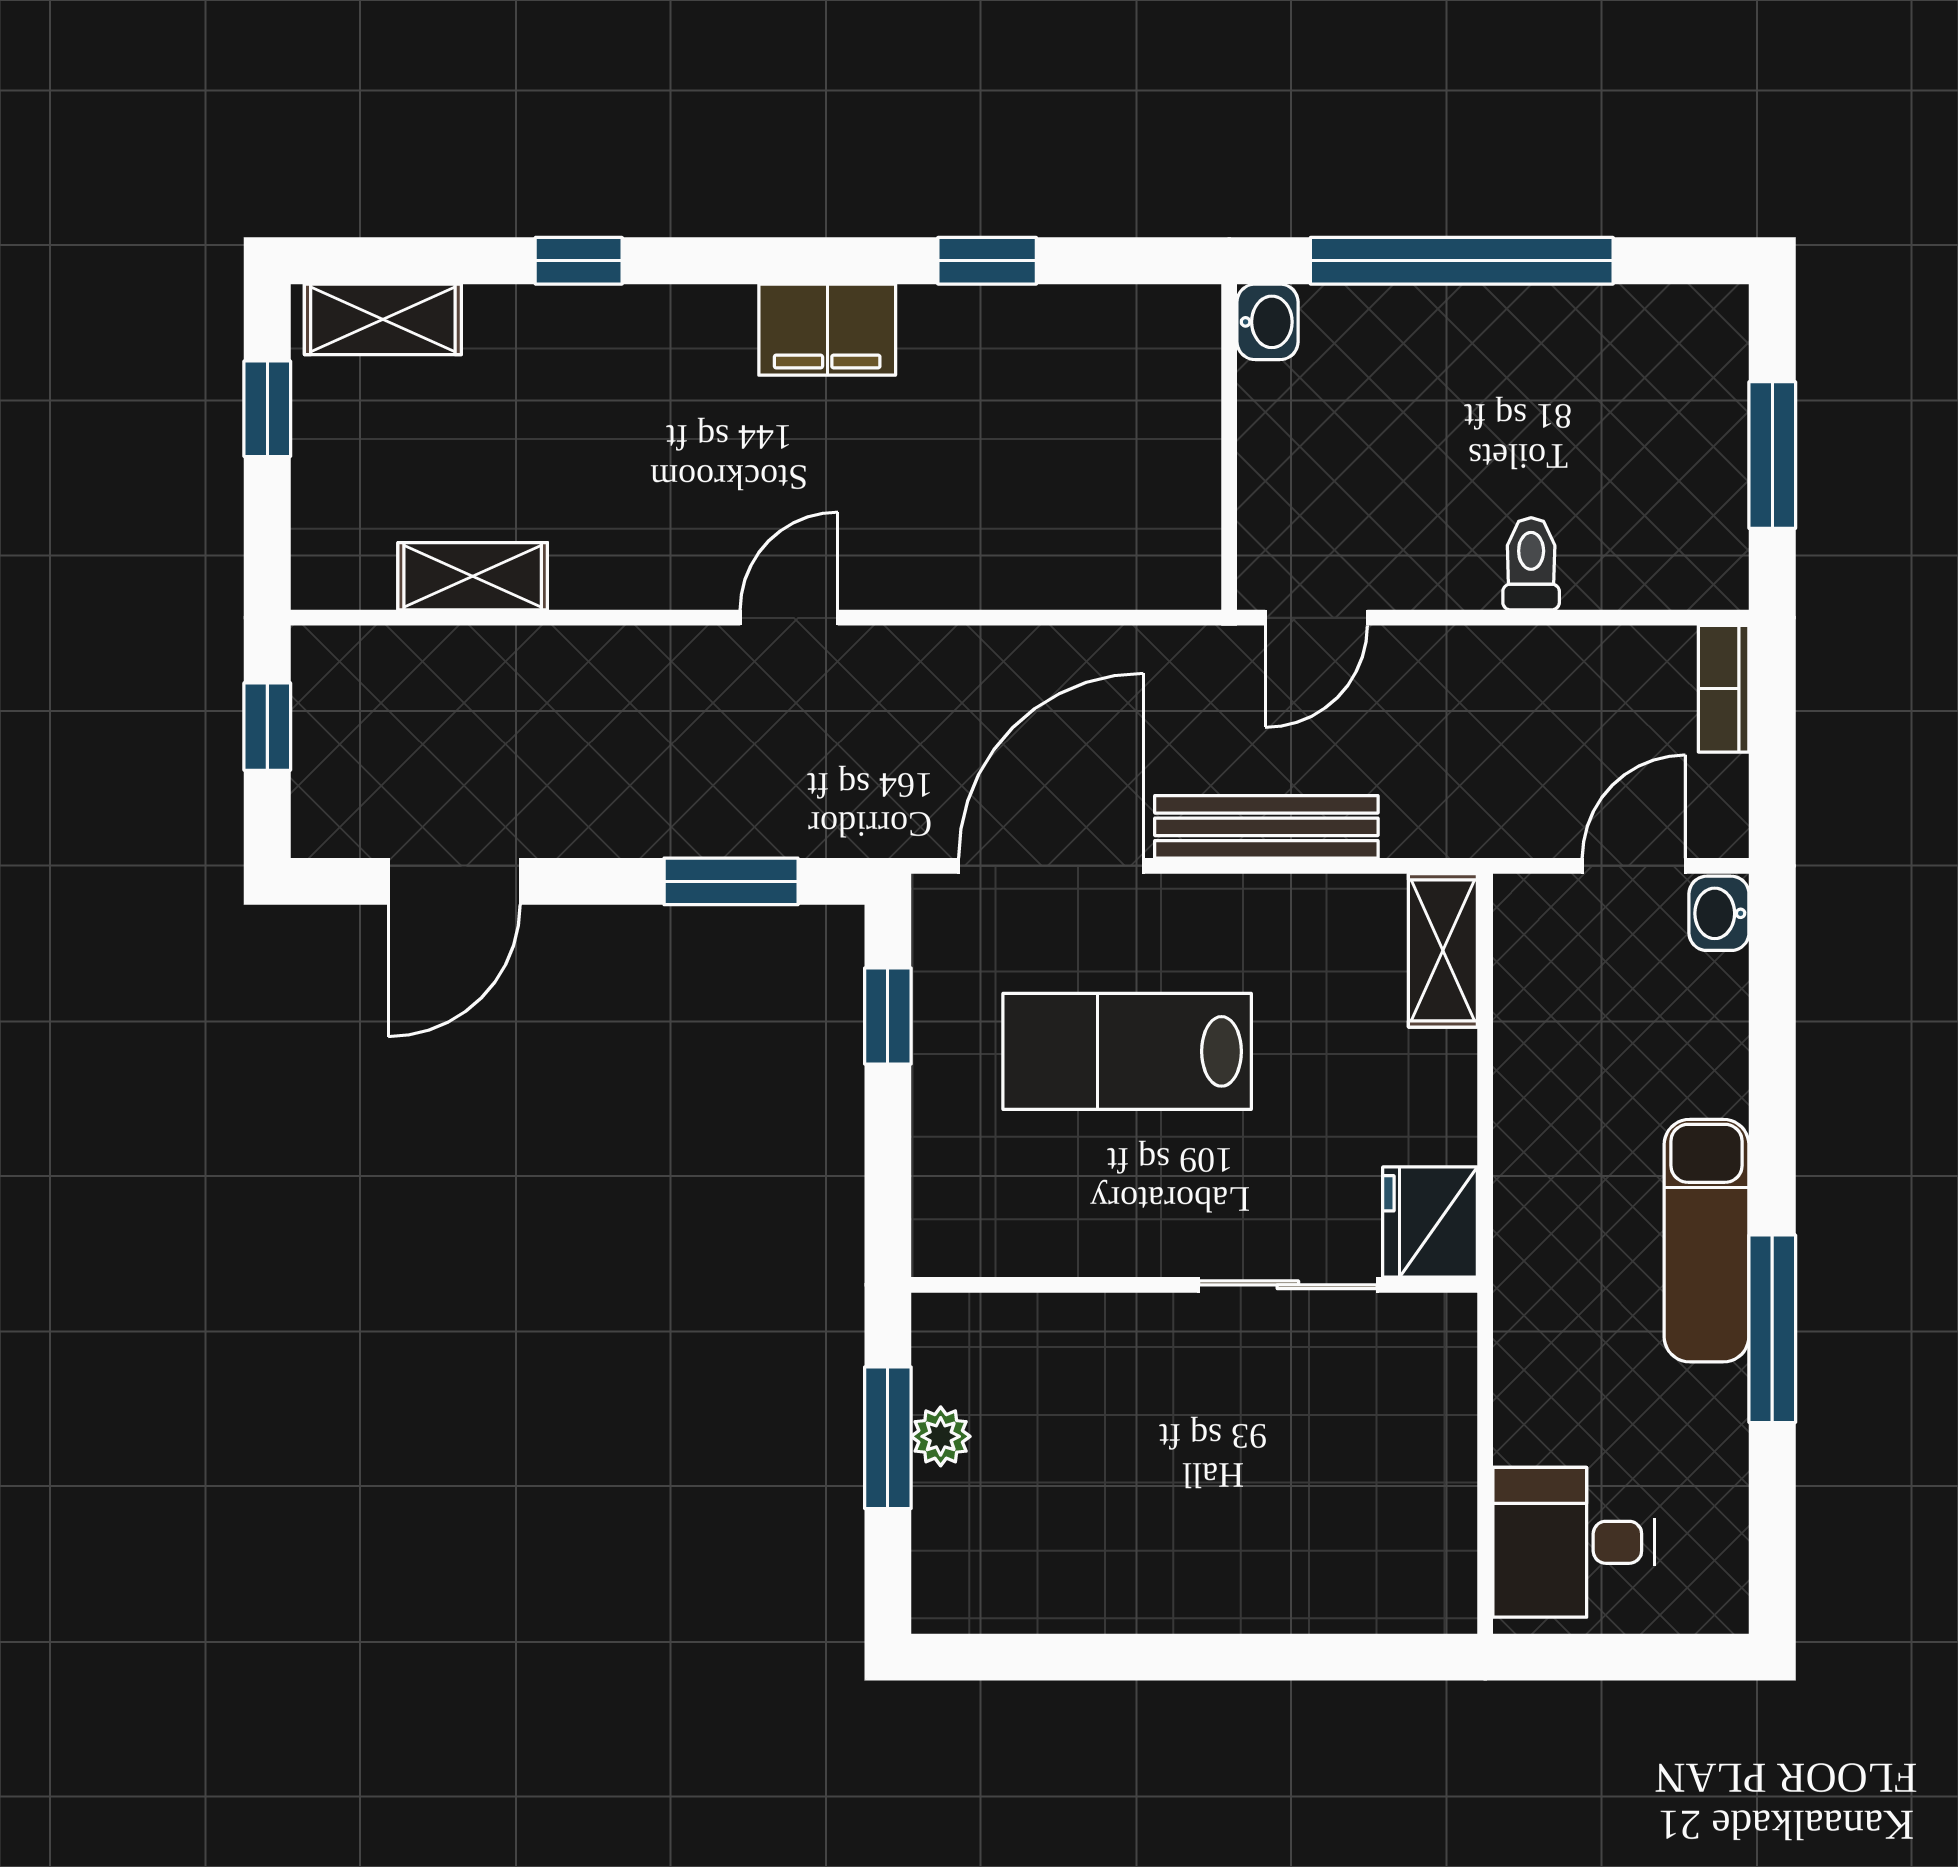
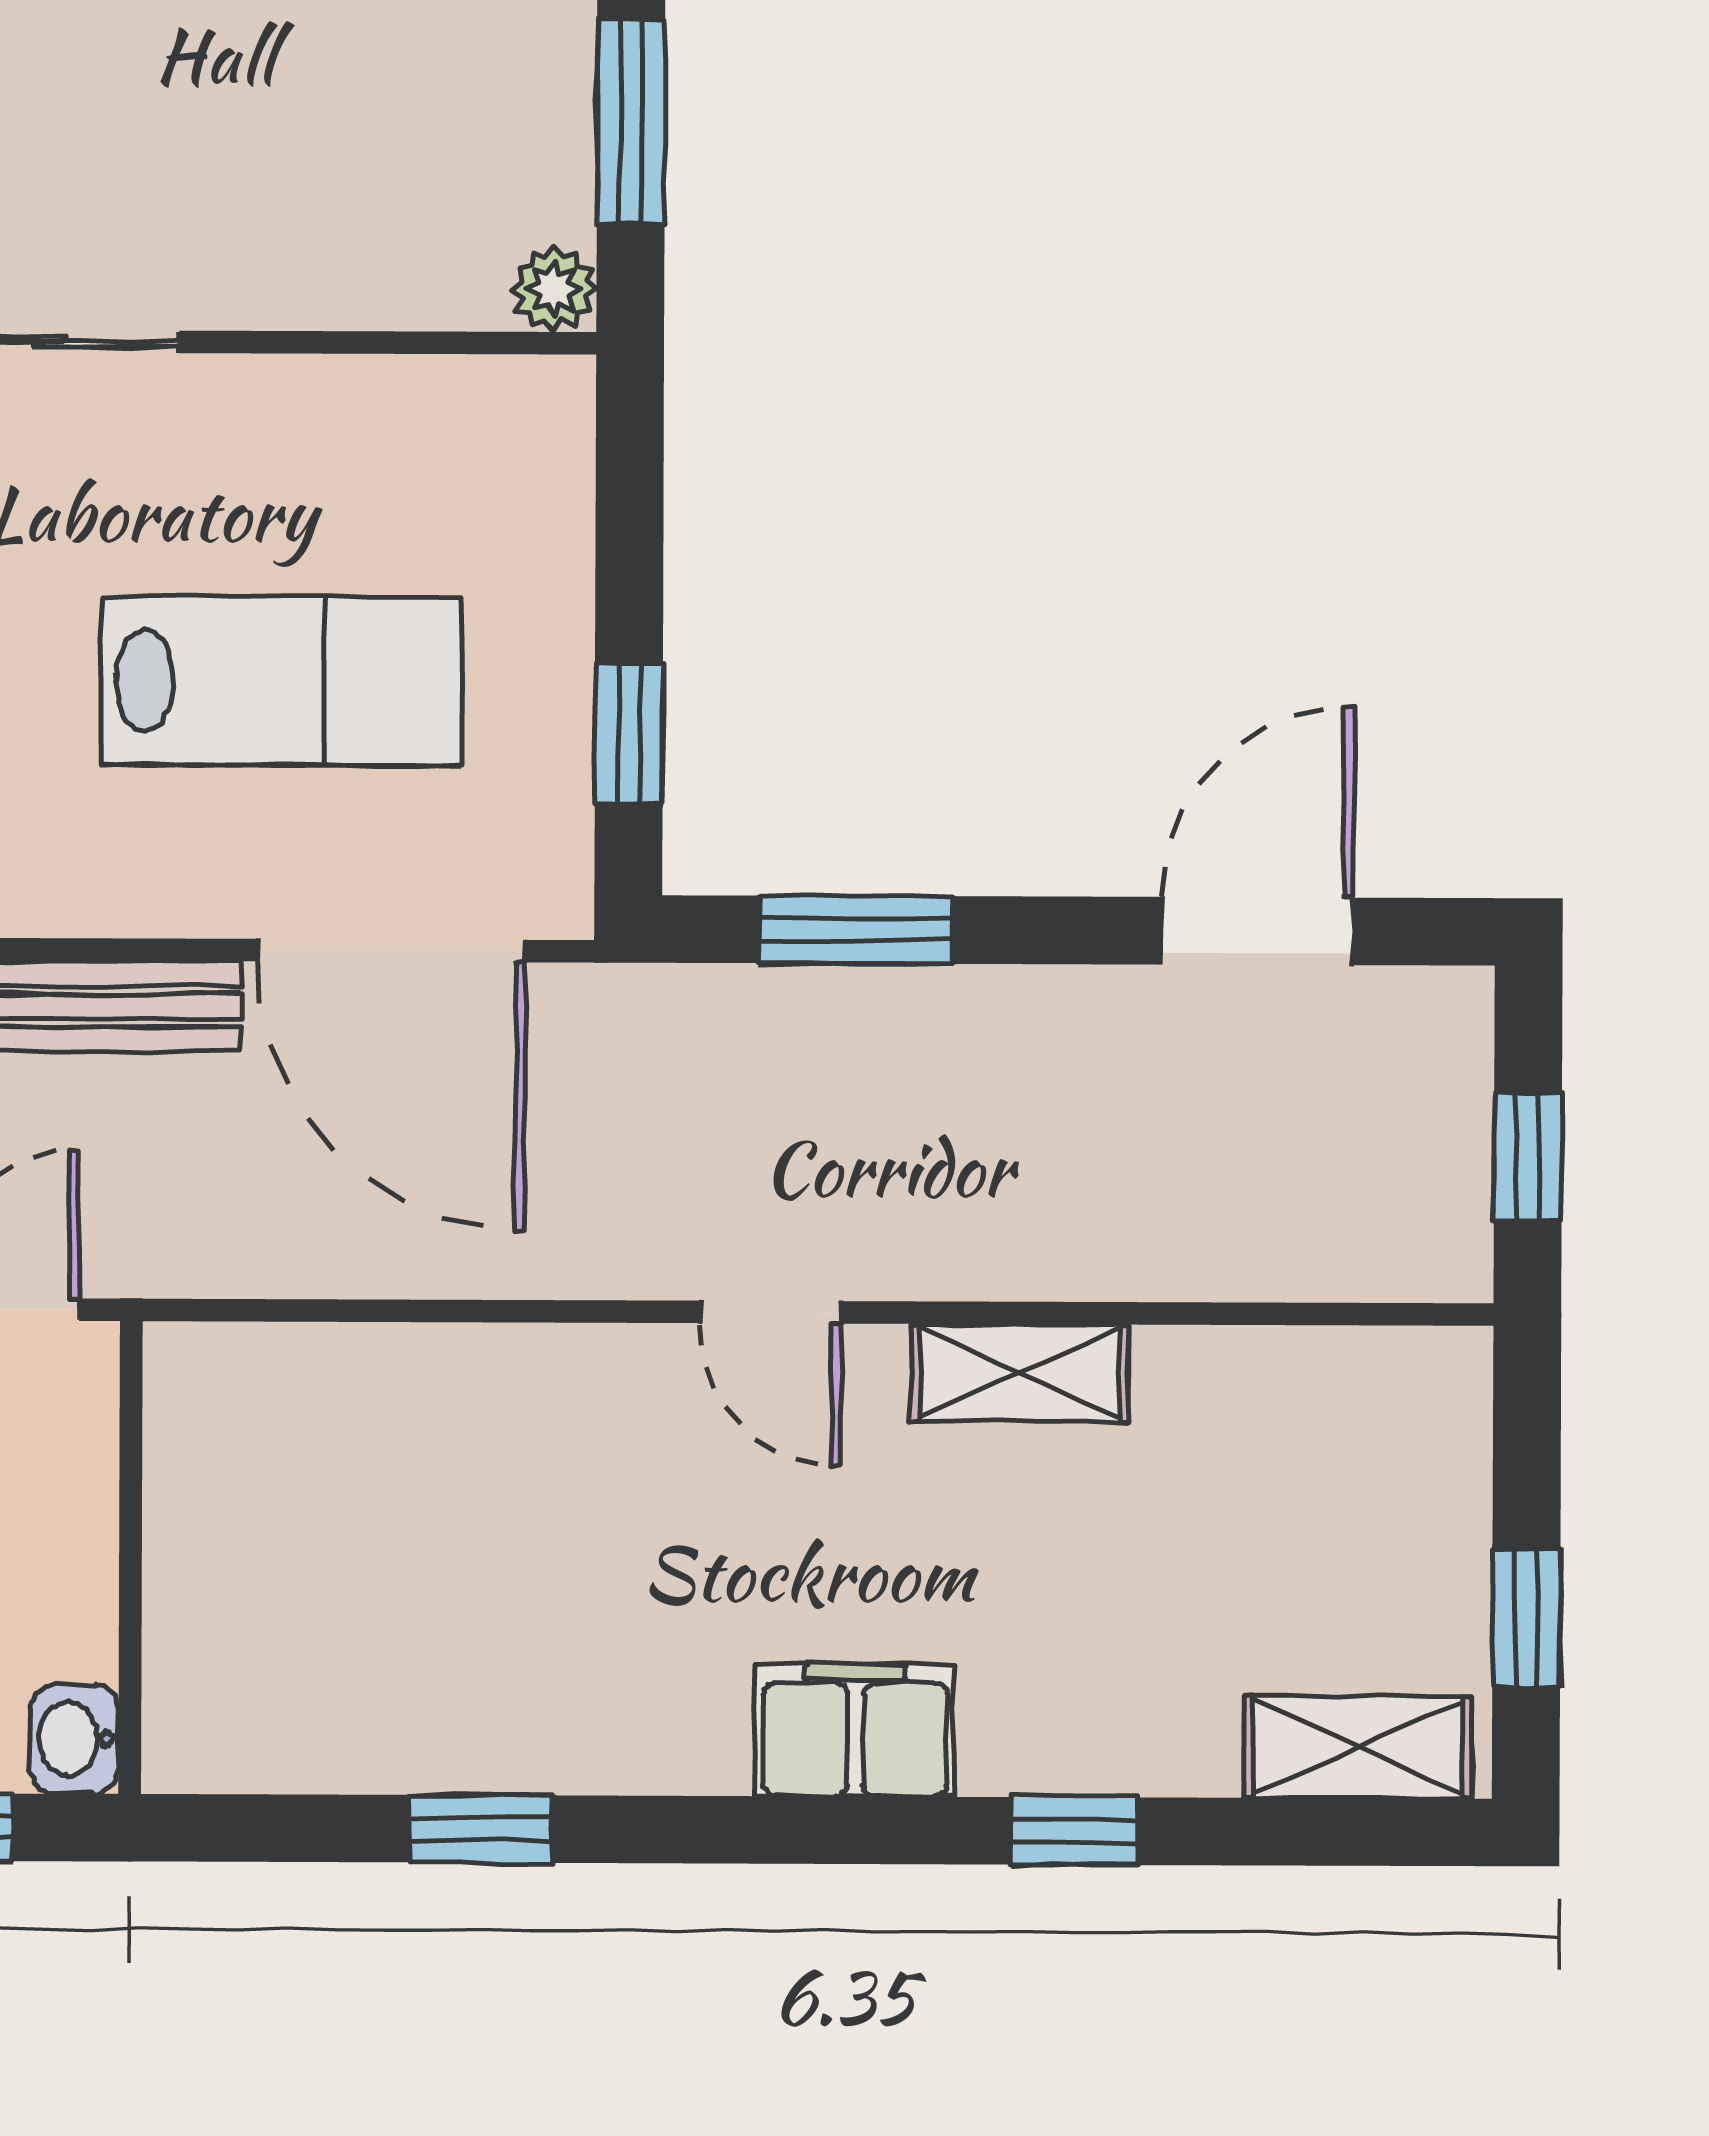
filing cabinet: (827, 330) -> (855, 1730), moved
shelving: (473, 576) -> (1020, 1373), moved
door: (789, 618) -> (770, 1312), hinge flipped
door: (1051, 866) -> (392, 951), hinge flipped
plant: (941, 1436) -> (554, 289), moved

